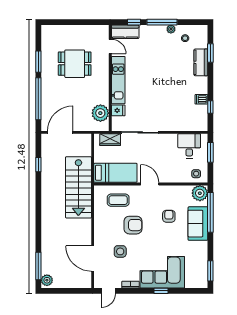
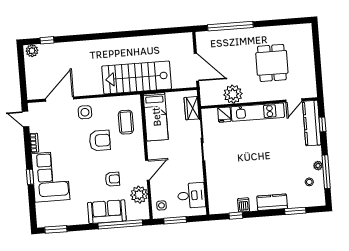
window: (162, 22) -> (326, 172), moved
kitchen counter: (125, 32) -> (312, 123), width x1.50
window: (38, 62) -> (271, 23), removed
kitchen counter: (201, 62) -> (272, 202), moved
plant: (100, 113) -> (233, 94), moved
door: (60, 132) -> (196, 67), moved
window: (210, 152) -> (175, 220), moved
window: (38, 165) -> (158, 32), removed
door: (150, 184) -> (147, 170), moved
plant: (200, 193) -> (139, 195), moved
armchair: (133, 225) -> (100, 141), turned -90
side table: (120, 251) -> (85, 112), moved
window: (38, 266) -> (47, 40), width x0.46

